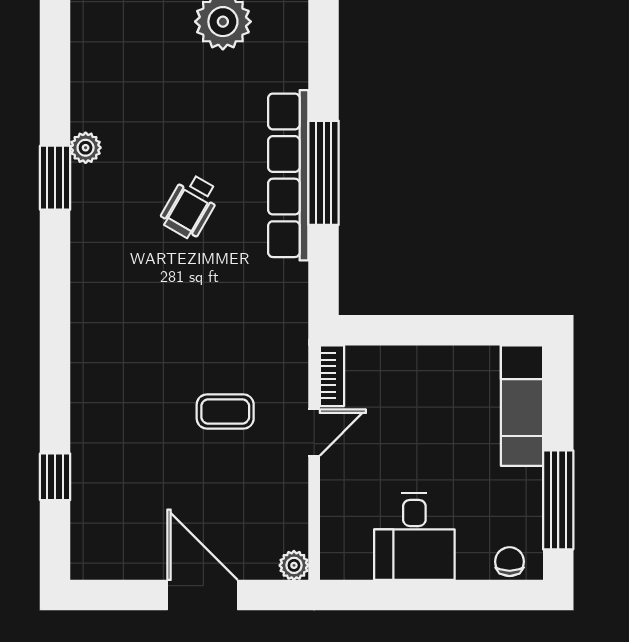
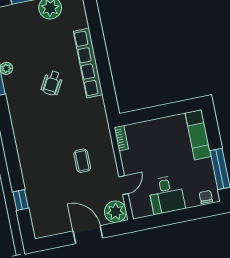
window: (324, 173) -> (102, 59), removed
coffee table: (225, 411) -> (82, 161), turned 90
door: (314, 433) -> (124, 185), moved
plant: (294, 565) -> (115, 212), width x1.87, depth x1.87

